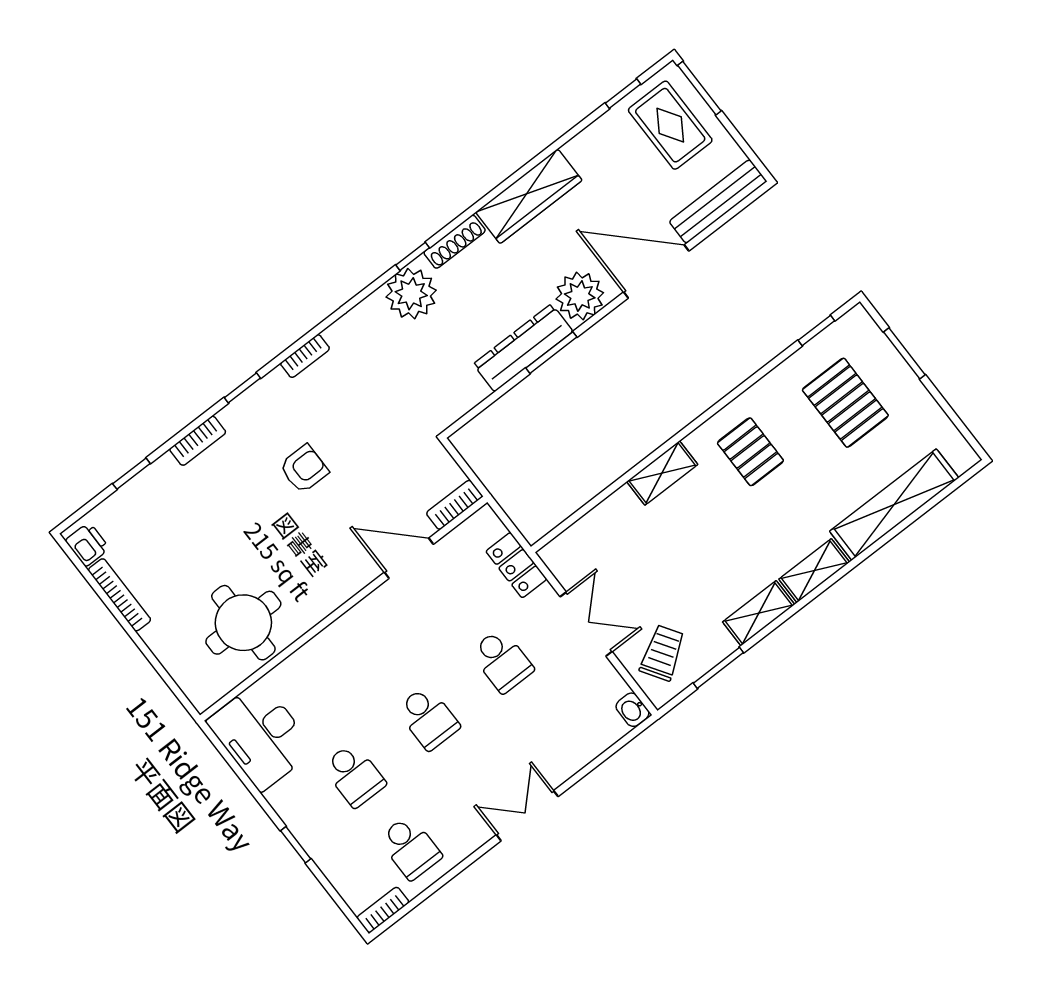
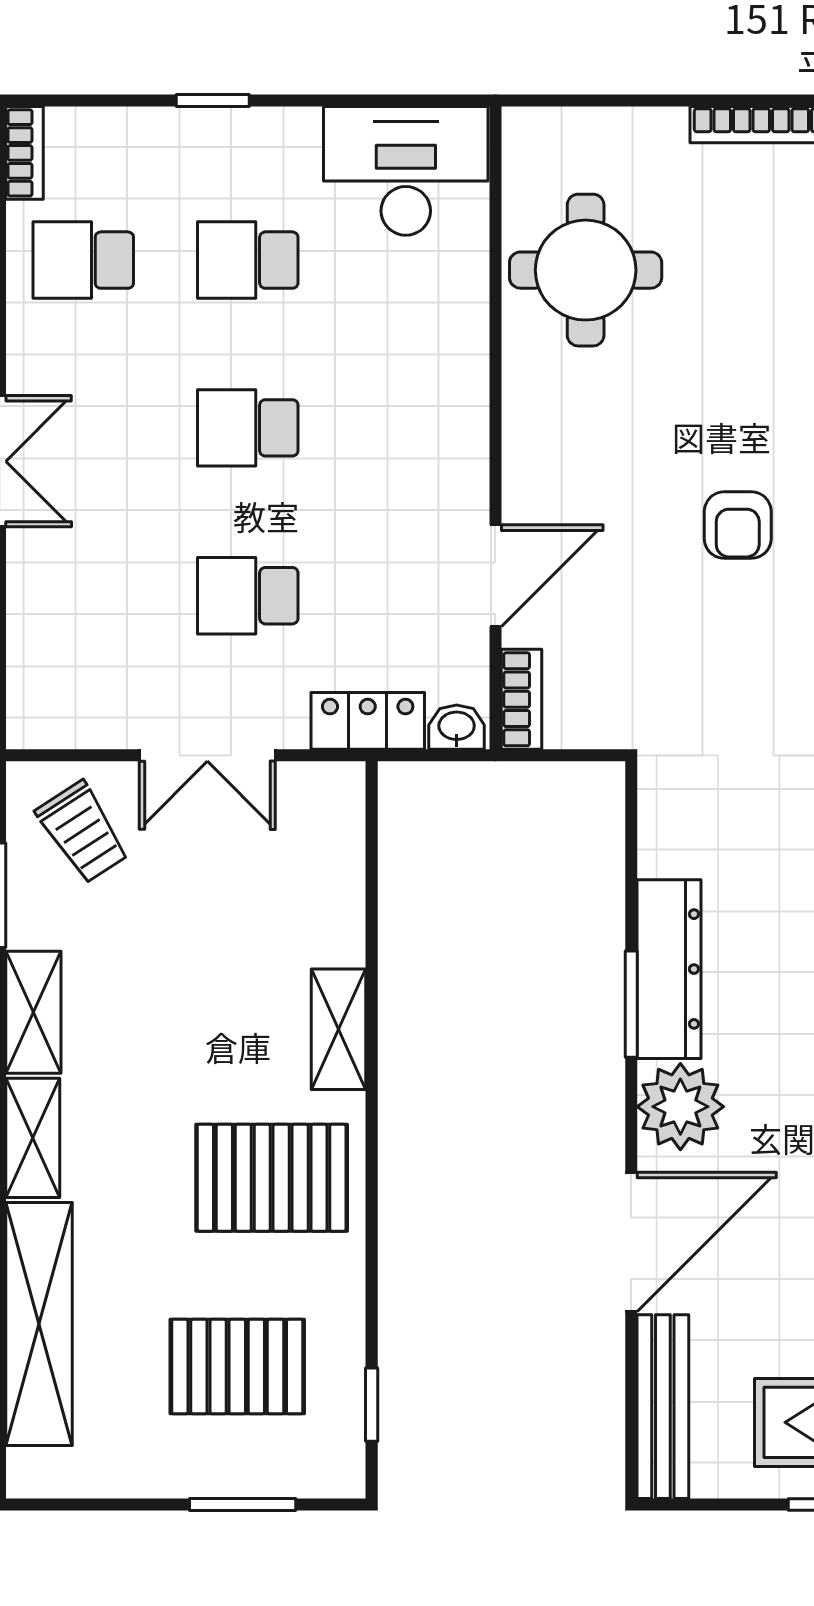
pallet: (750, 452) -> (272, 1178), width x1.50, depth x1.42
washbasin: (632, 710) -> (457, 727), moved

